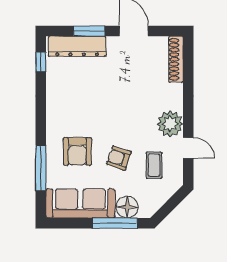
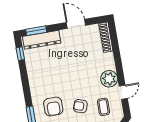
window: (89, 31) -> (36, 31), moved
door: (188, 148) -> (123, 92), hinge flipped

